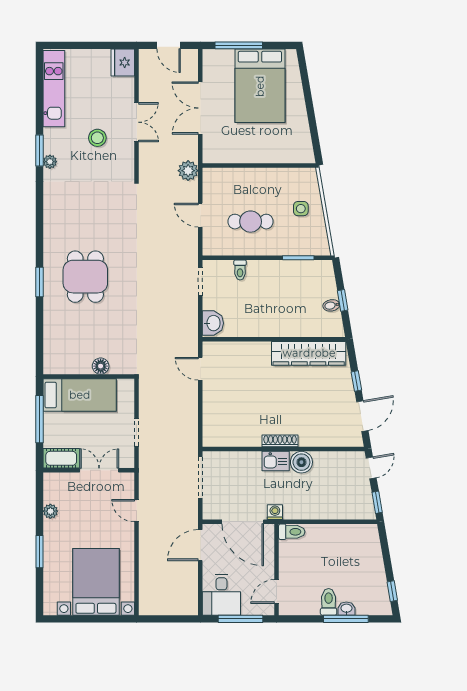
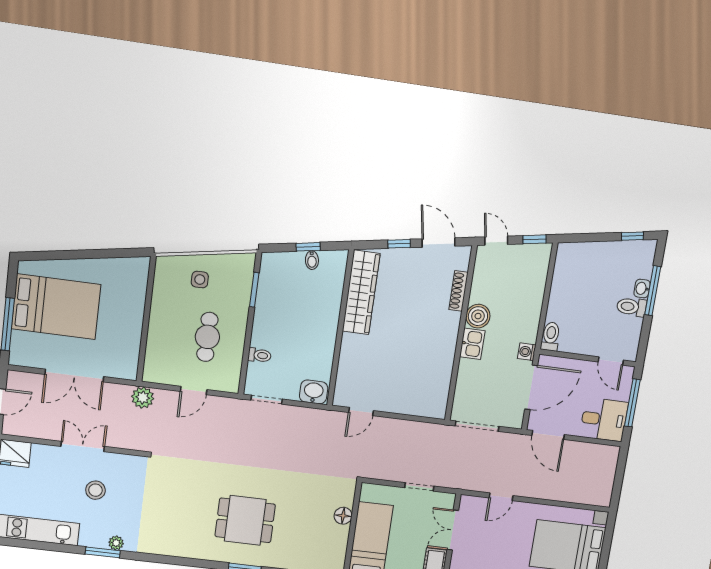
shoe rack: (280, 441) -> (459, 291), moved

